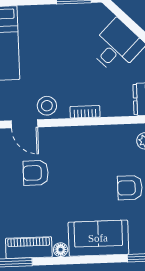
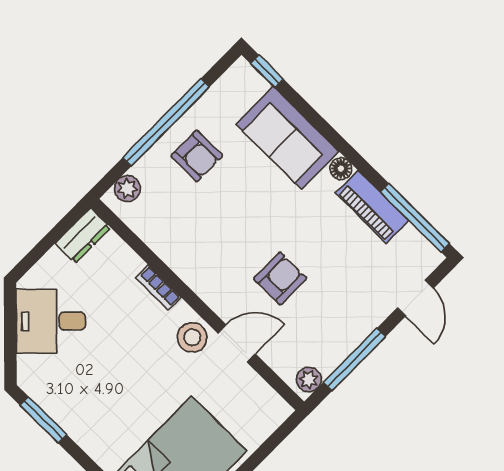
door: (24, 124) -> (237, 344), hinge flipped
armchair: (36, 173) -> (280, 278), turned -90

